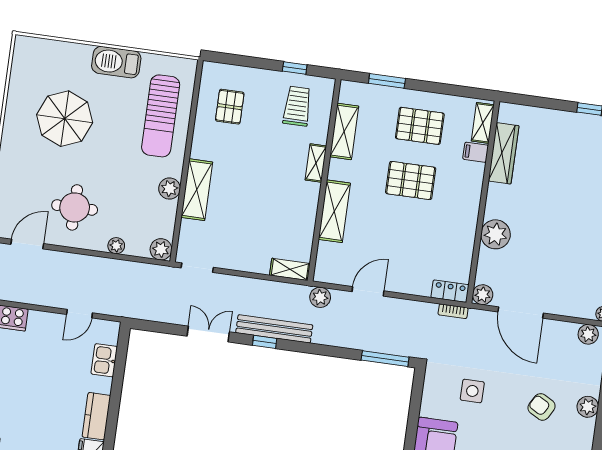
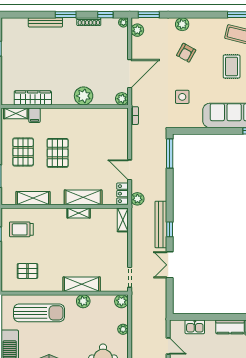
shelving: (316, 163) -> (79, 213), moved
locker: (450, 291) -> (123, 194), moved

